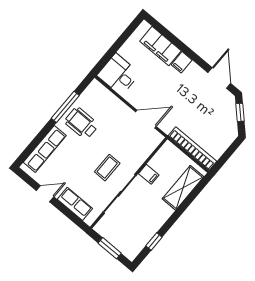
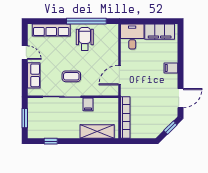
filing cabinet: (160, 46) -> (160, 32), moved, turned -90
window: (65, 107) -> (86, 21), width x1.46
door: (146, 119) -> (119, 75), swing flipped

